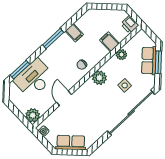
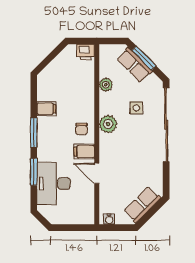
filing cabinet: (109, 42) -> (84, 152), moved
window: (20, 70) -> (34, 172), moved
plant: (33, 115) -> (86, 216), removed

